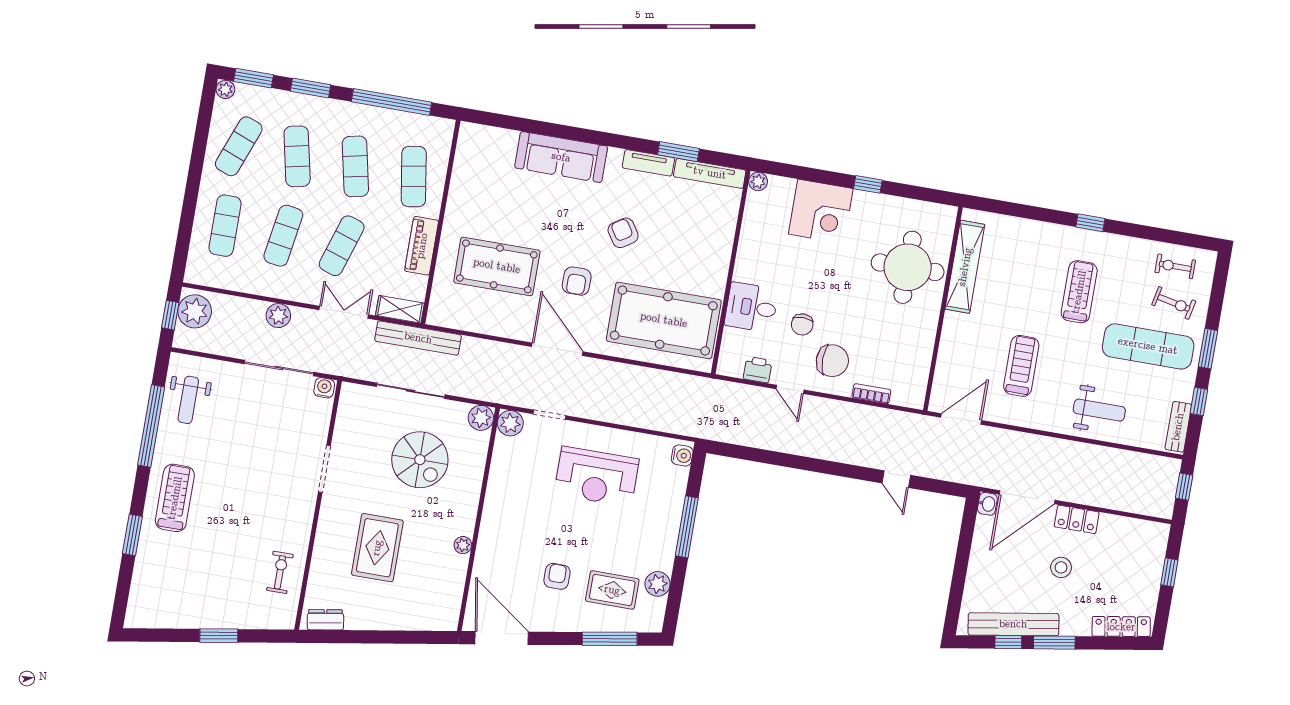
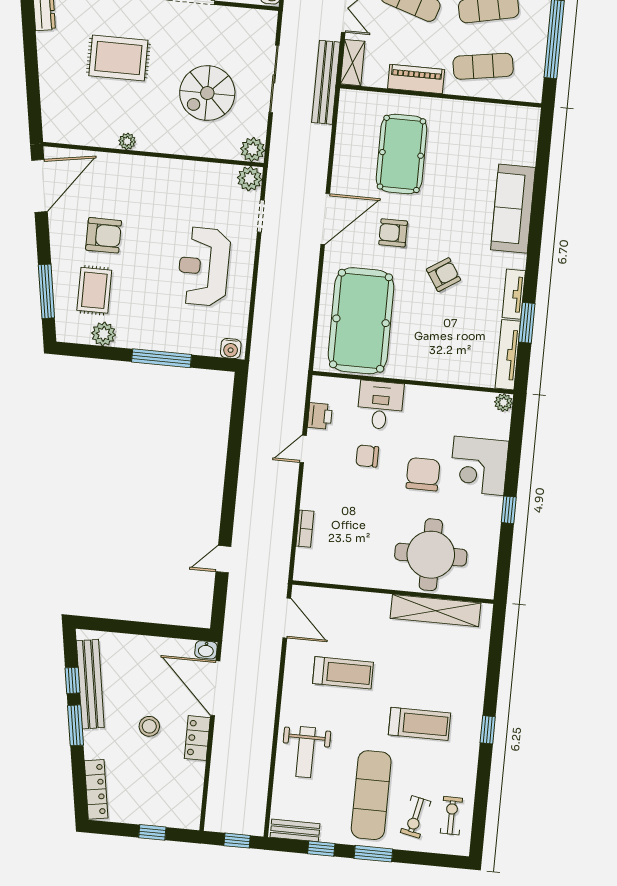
chair: (832, 361) -> (423, 474), moved, turned 180
armchair: (557, 576) -> (104, 235), width x1.38, depth x1.38

